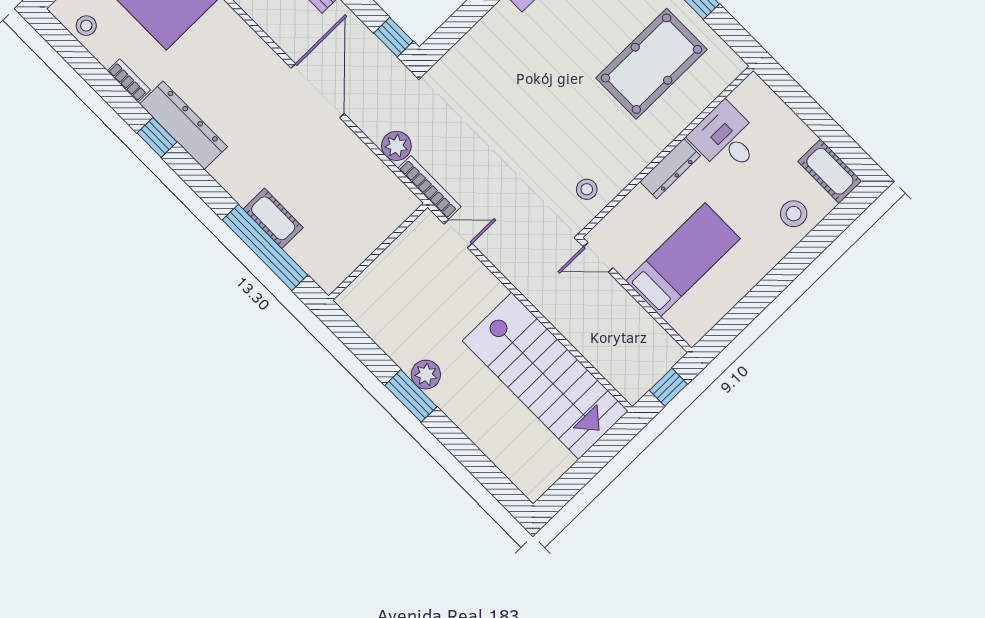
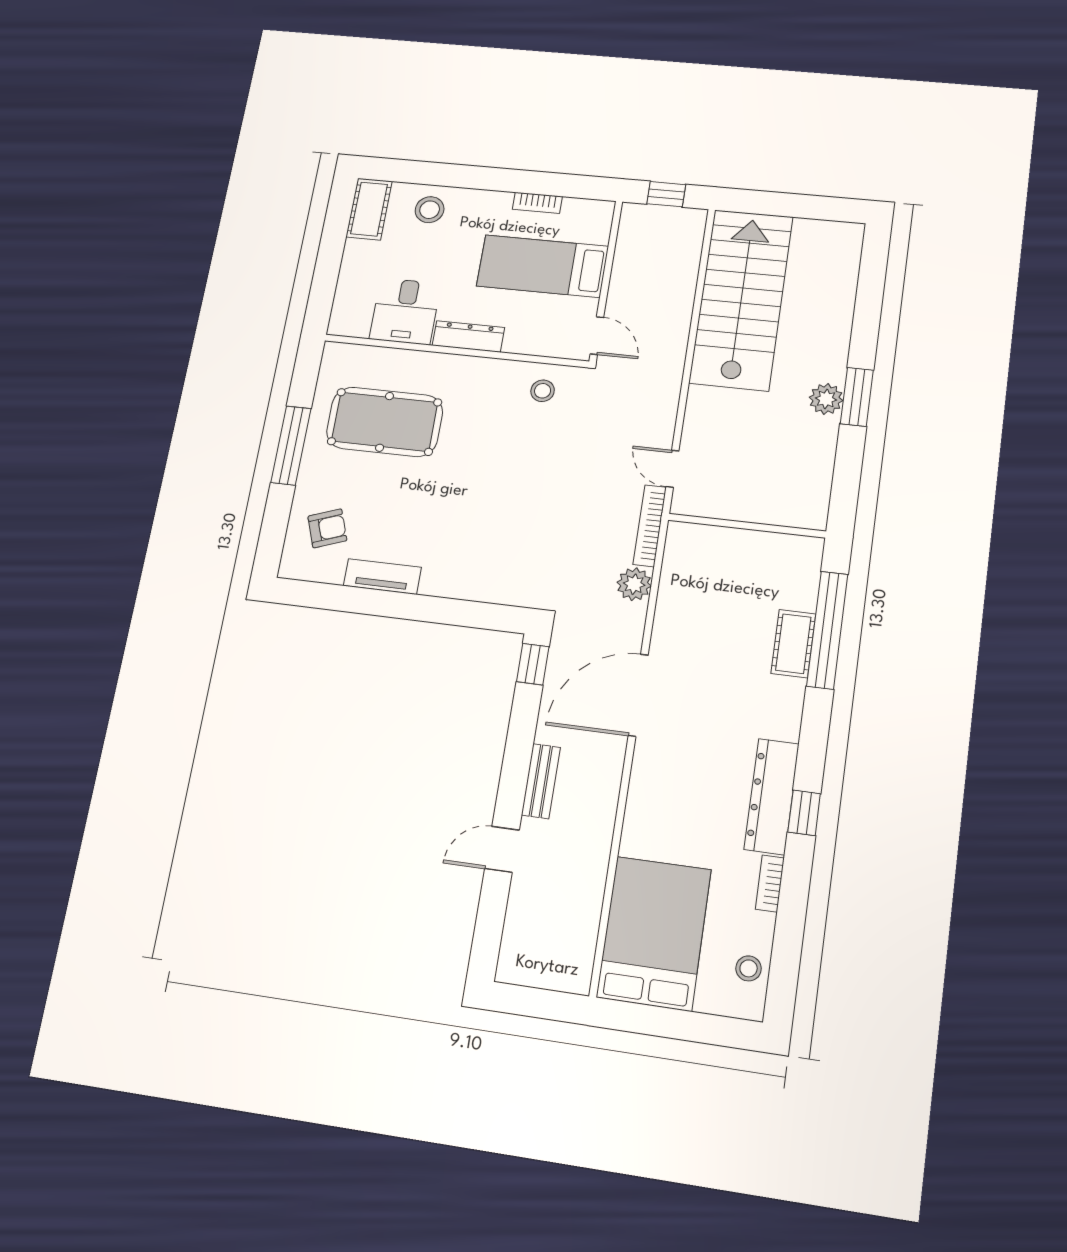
bookcase: (736, 293) -> (537, 203), added

